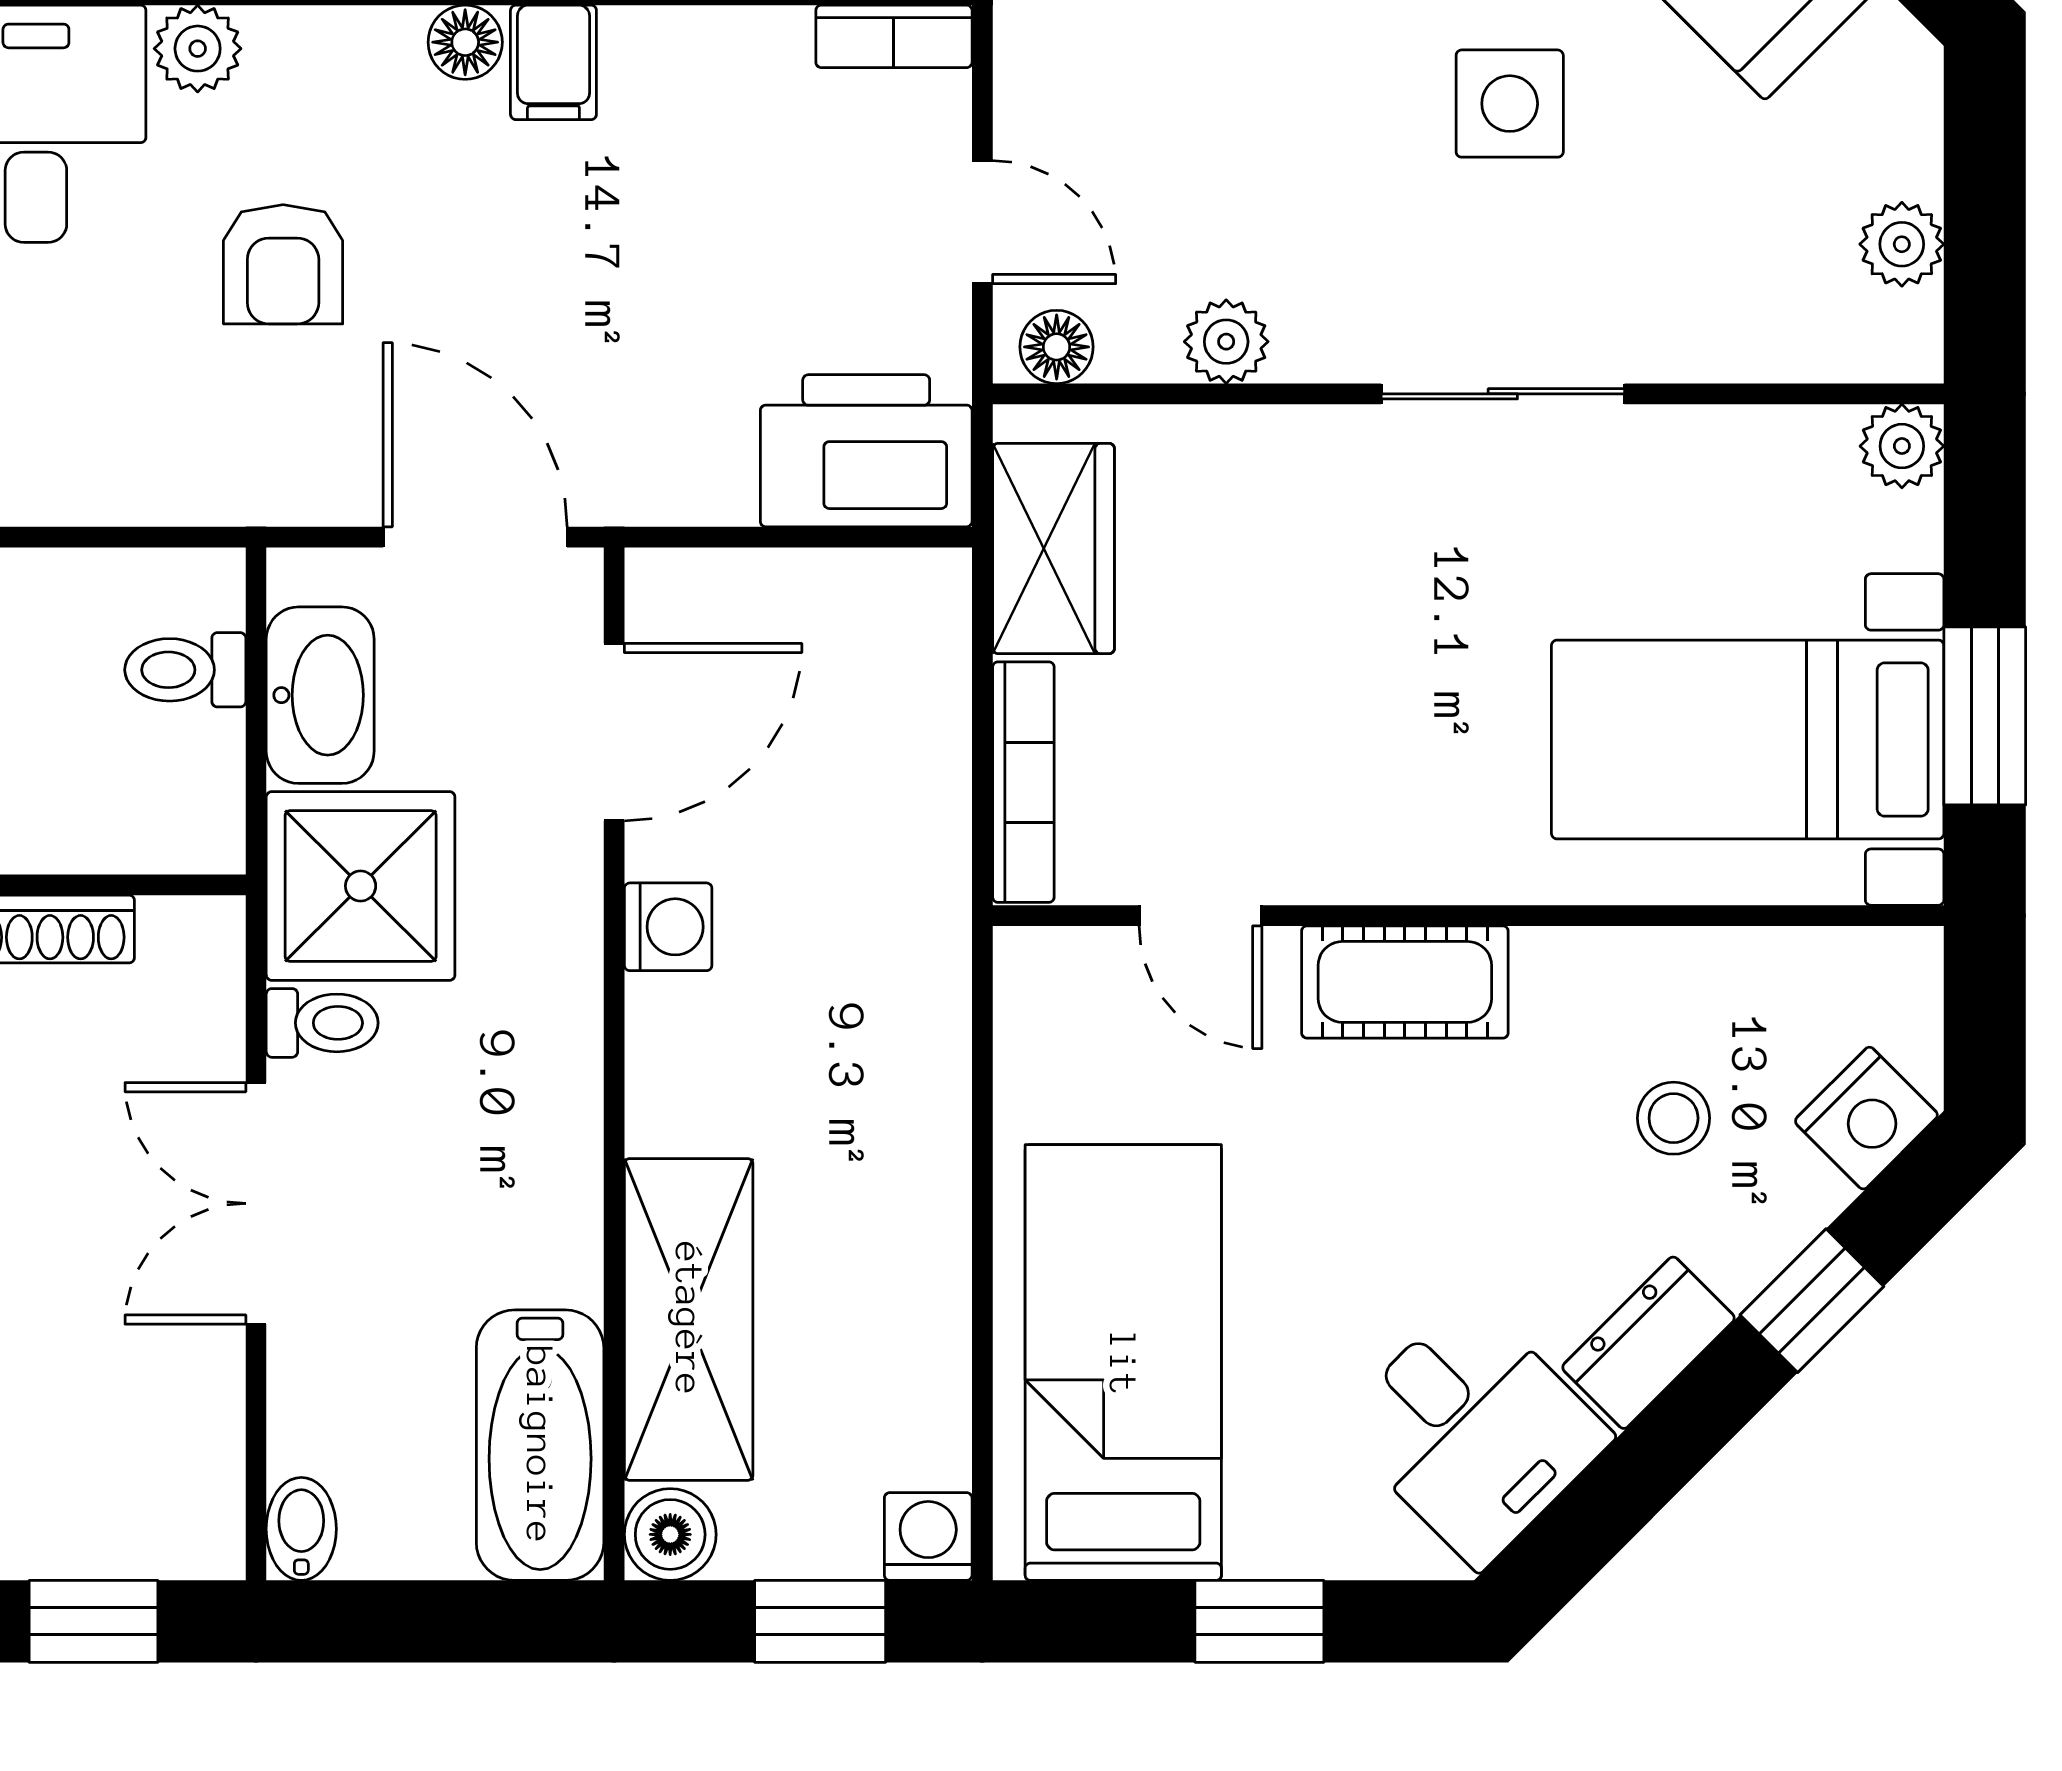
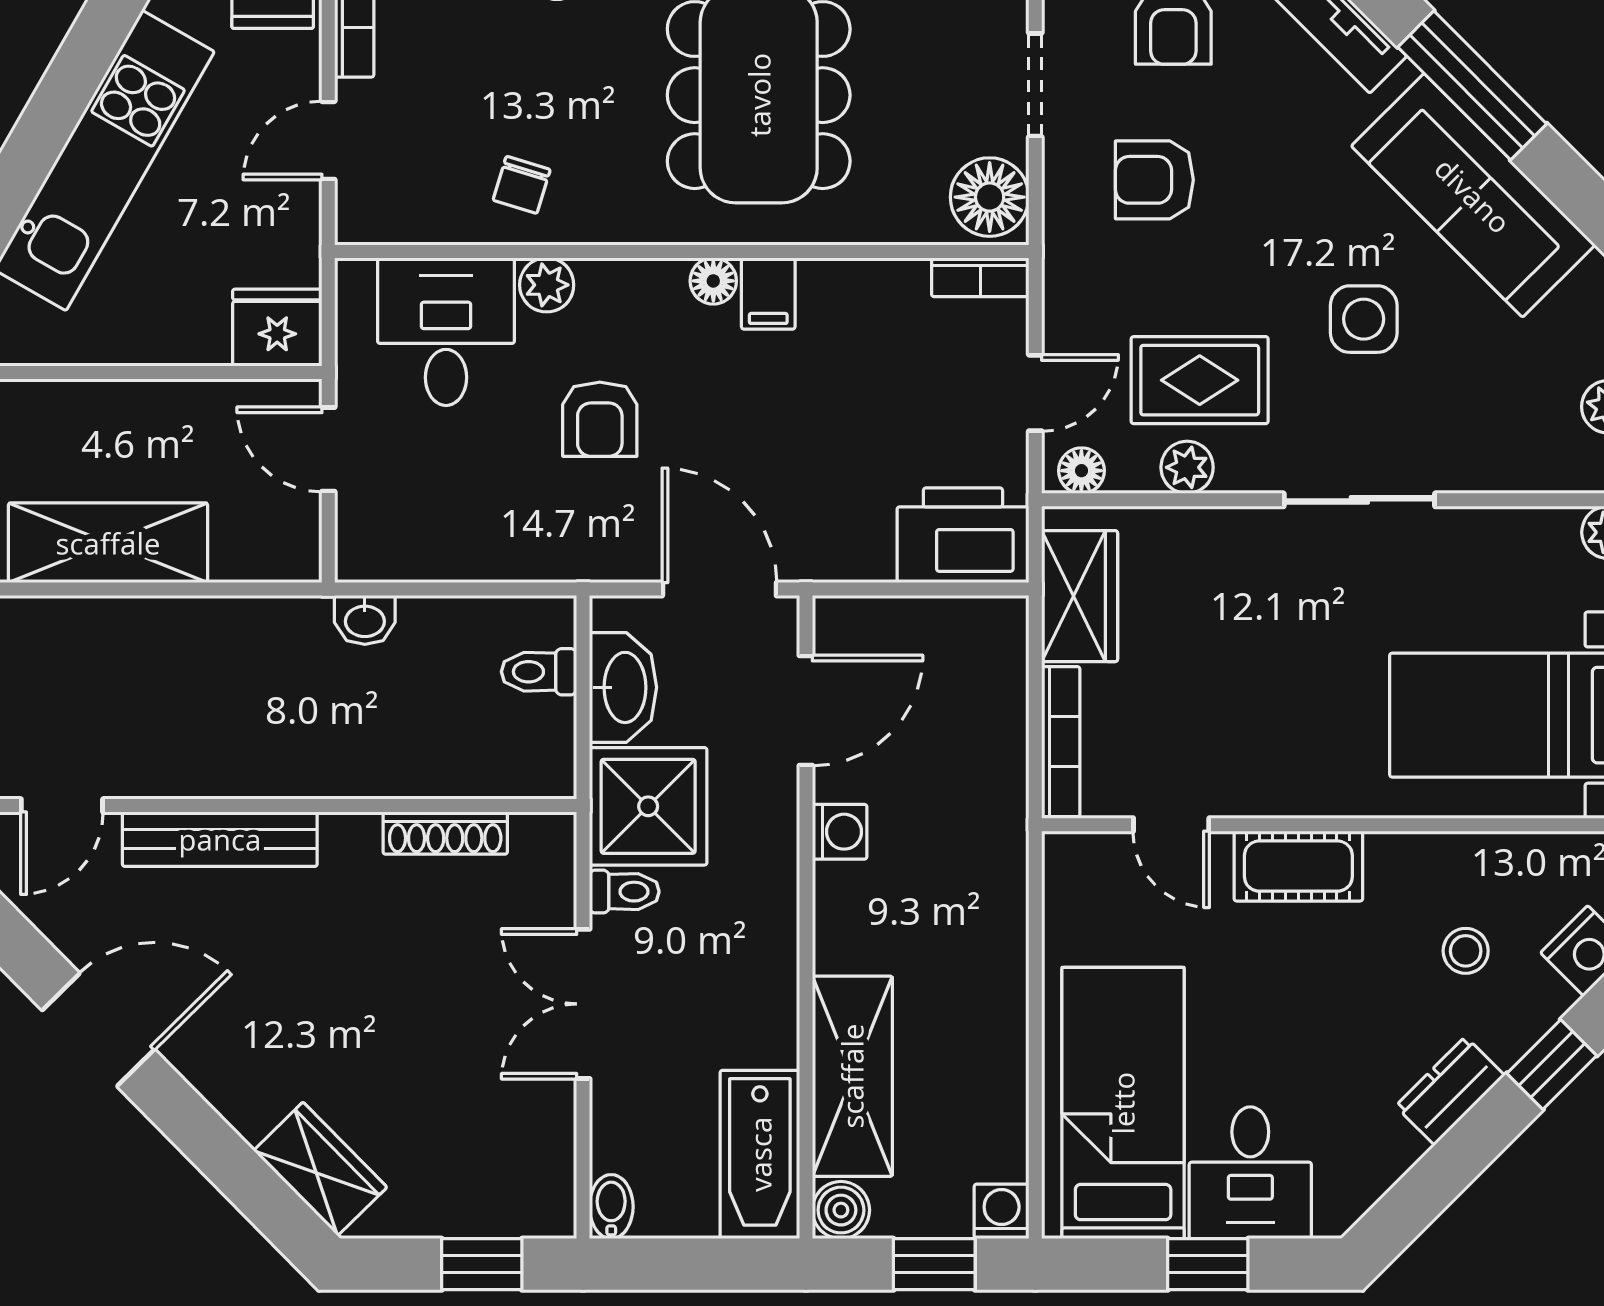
rug: (1246, 202) -> (1200, 380), added
door: (982, 222) -> (1035, 393), hinge flipped
desk: (1474, 1431) -> (1250, 1173), moved, turned 45

